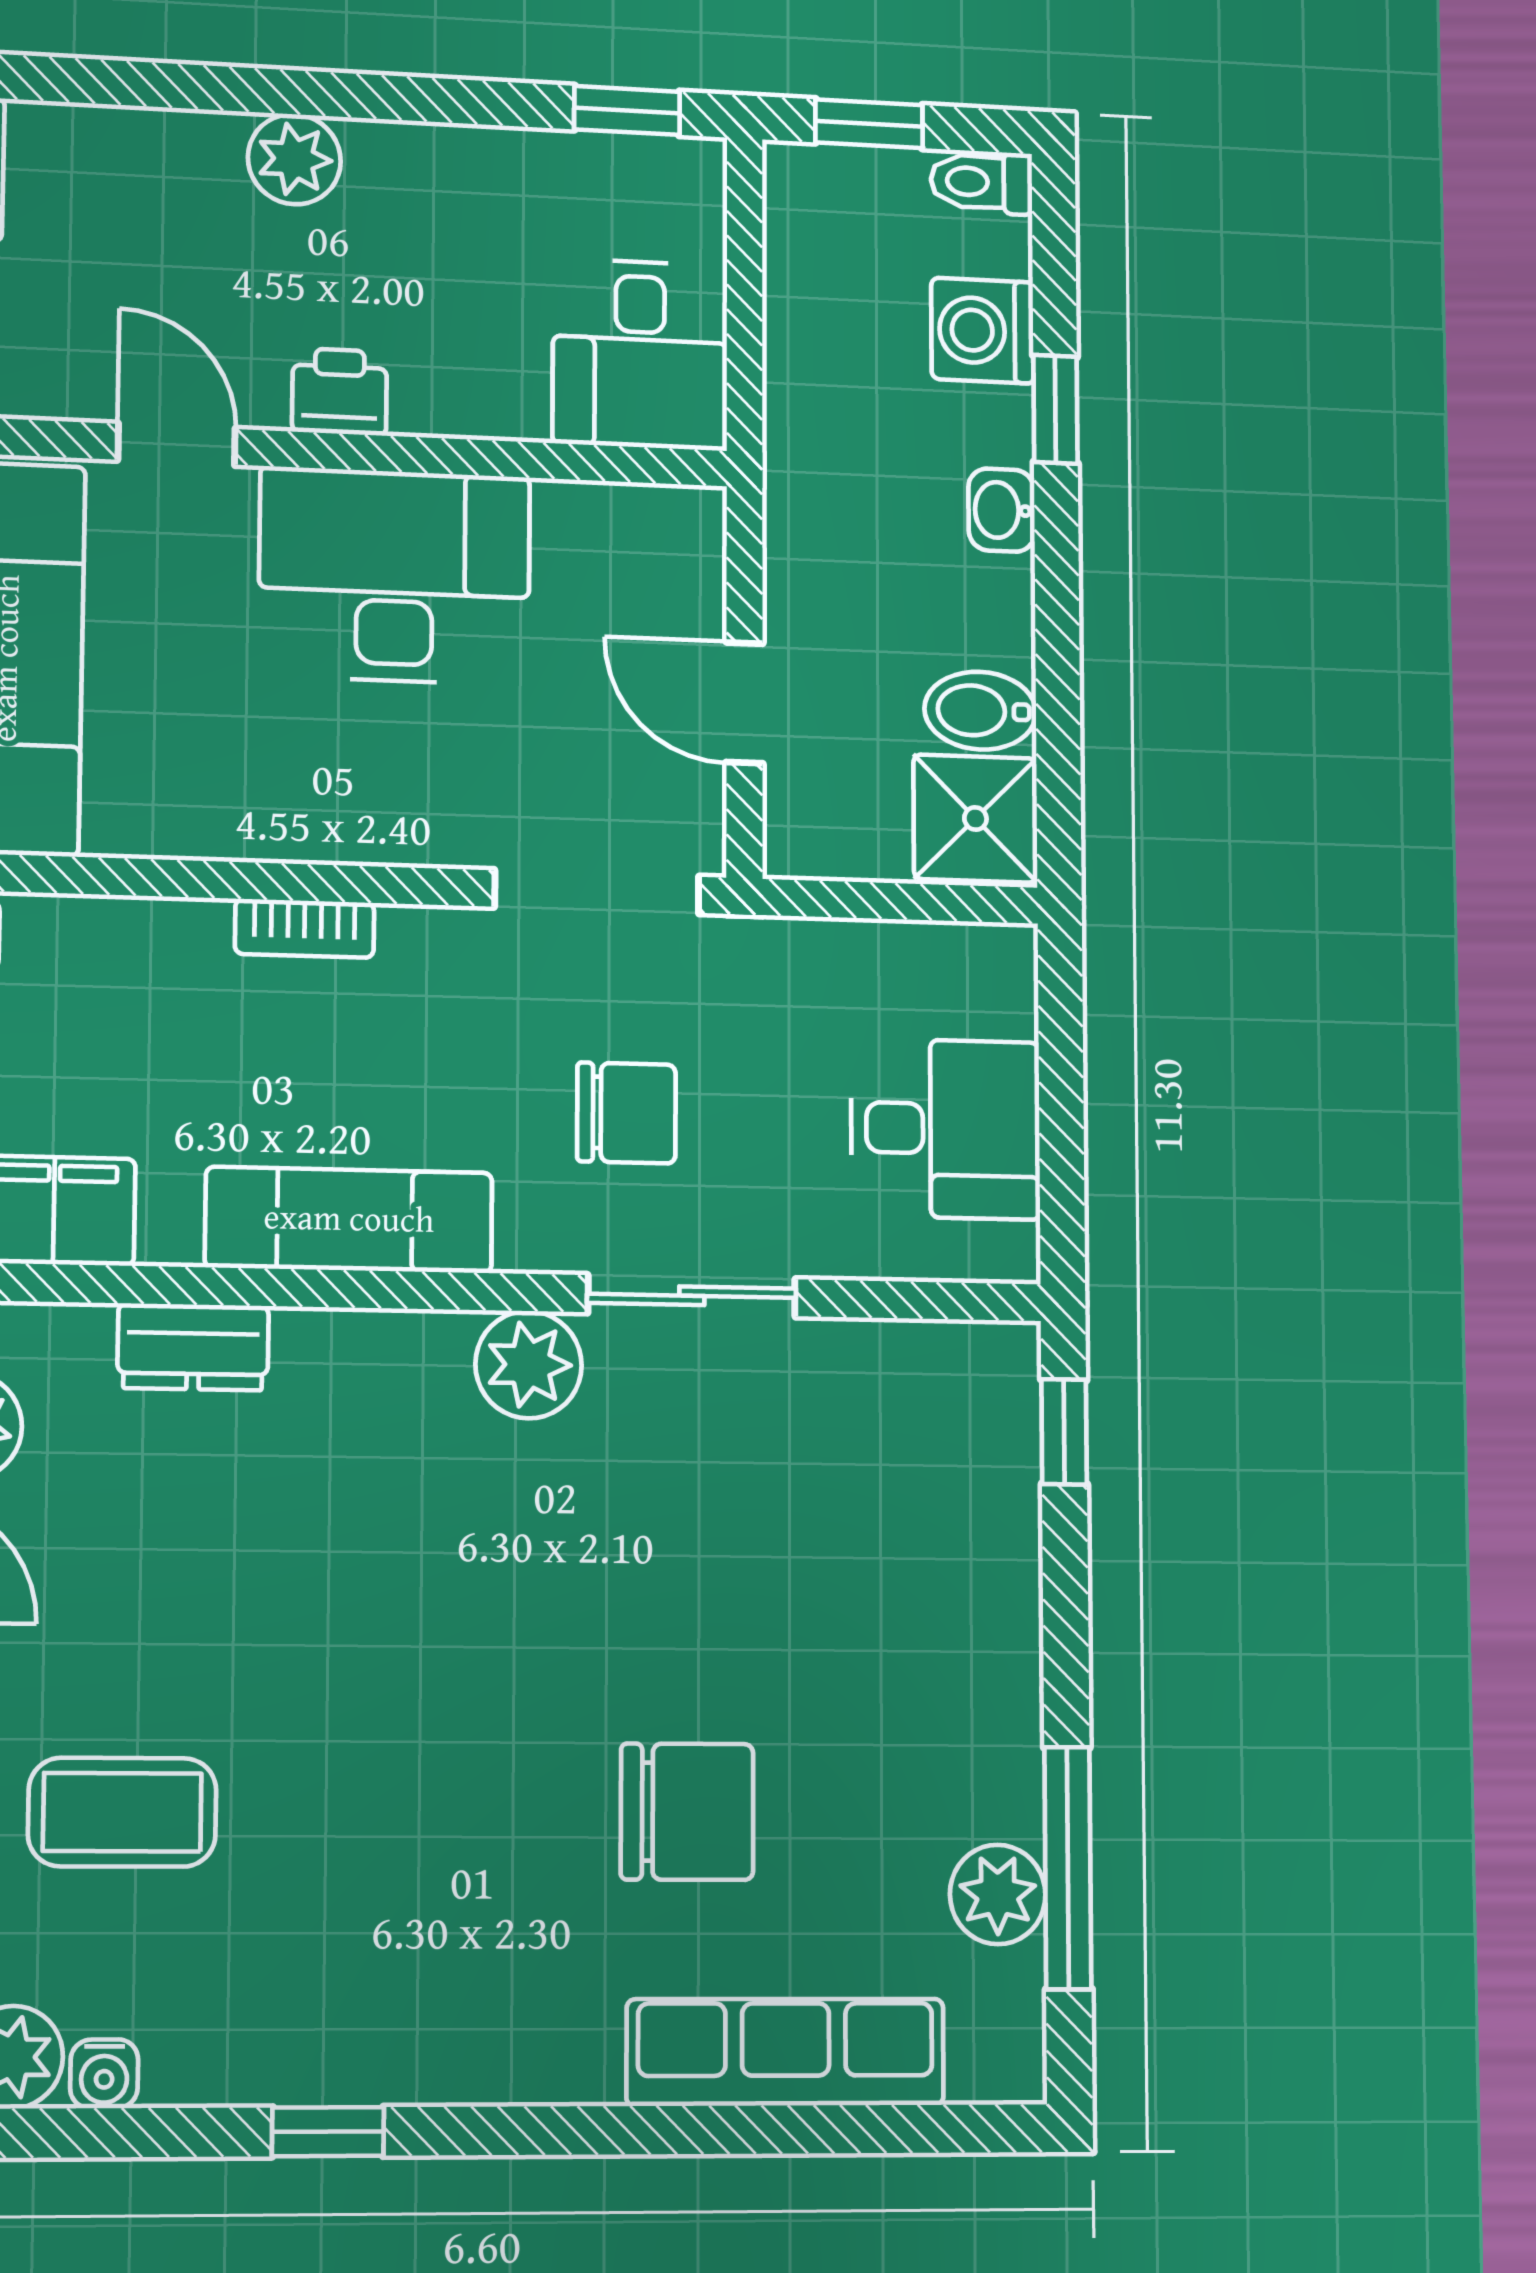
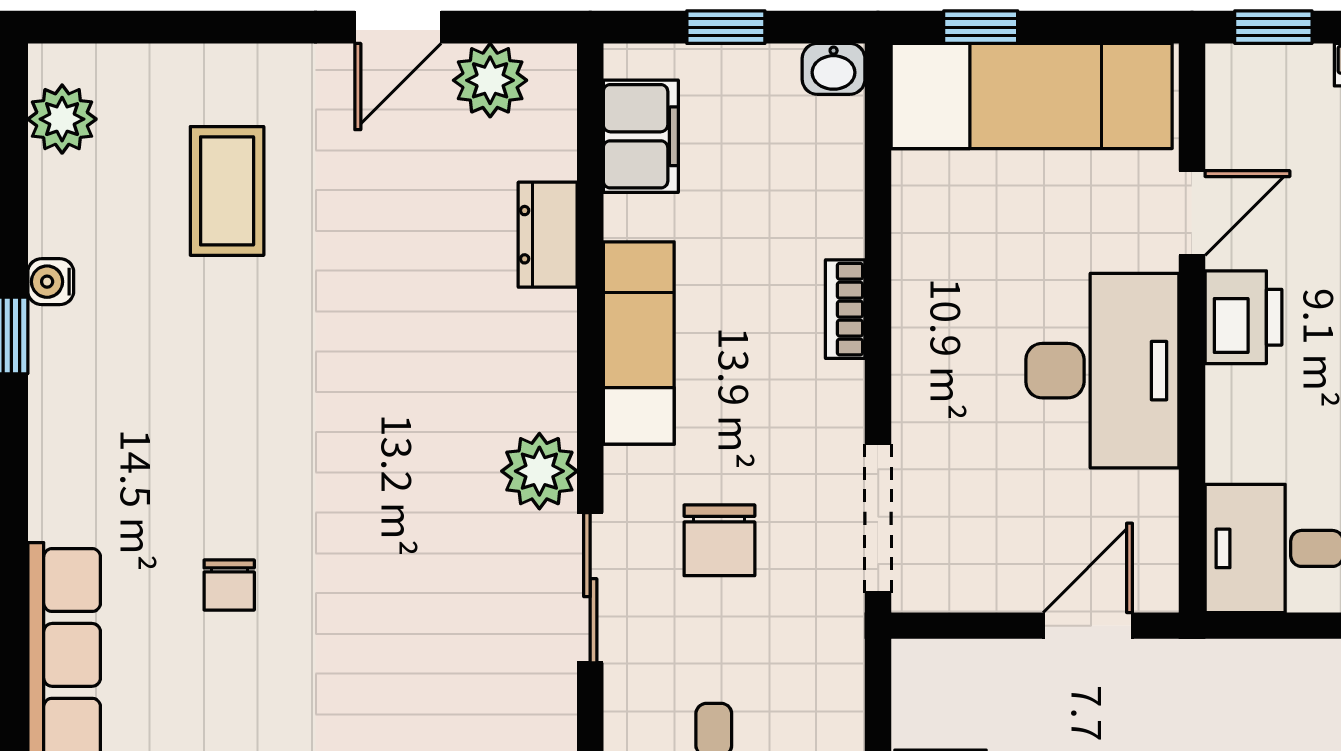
printer: (340, 392) -> (1243, 317), width x1.36, depth x1.24
door: (744, 703) -> (1088, 626), moved
chair: (687, 1812) -> (229, 585), width x0.54, depth x0.54
water cooler: (104, 2074) -> (51, 282), moved

